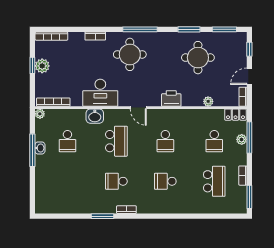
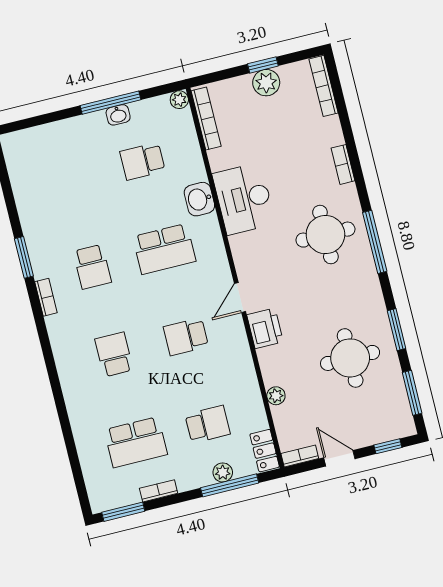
door: (138, 108) -> (240, 298), moved
school desk: (214, 141) -> (208, 424), turned 180
school desk: (116, 181) -> (92, 267), turned 180

